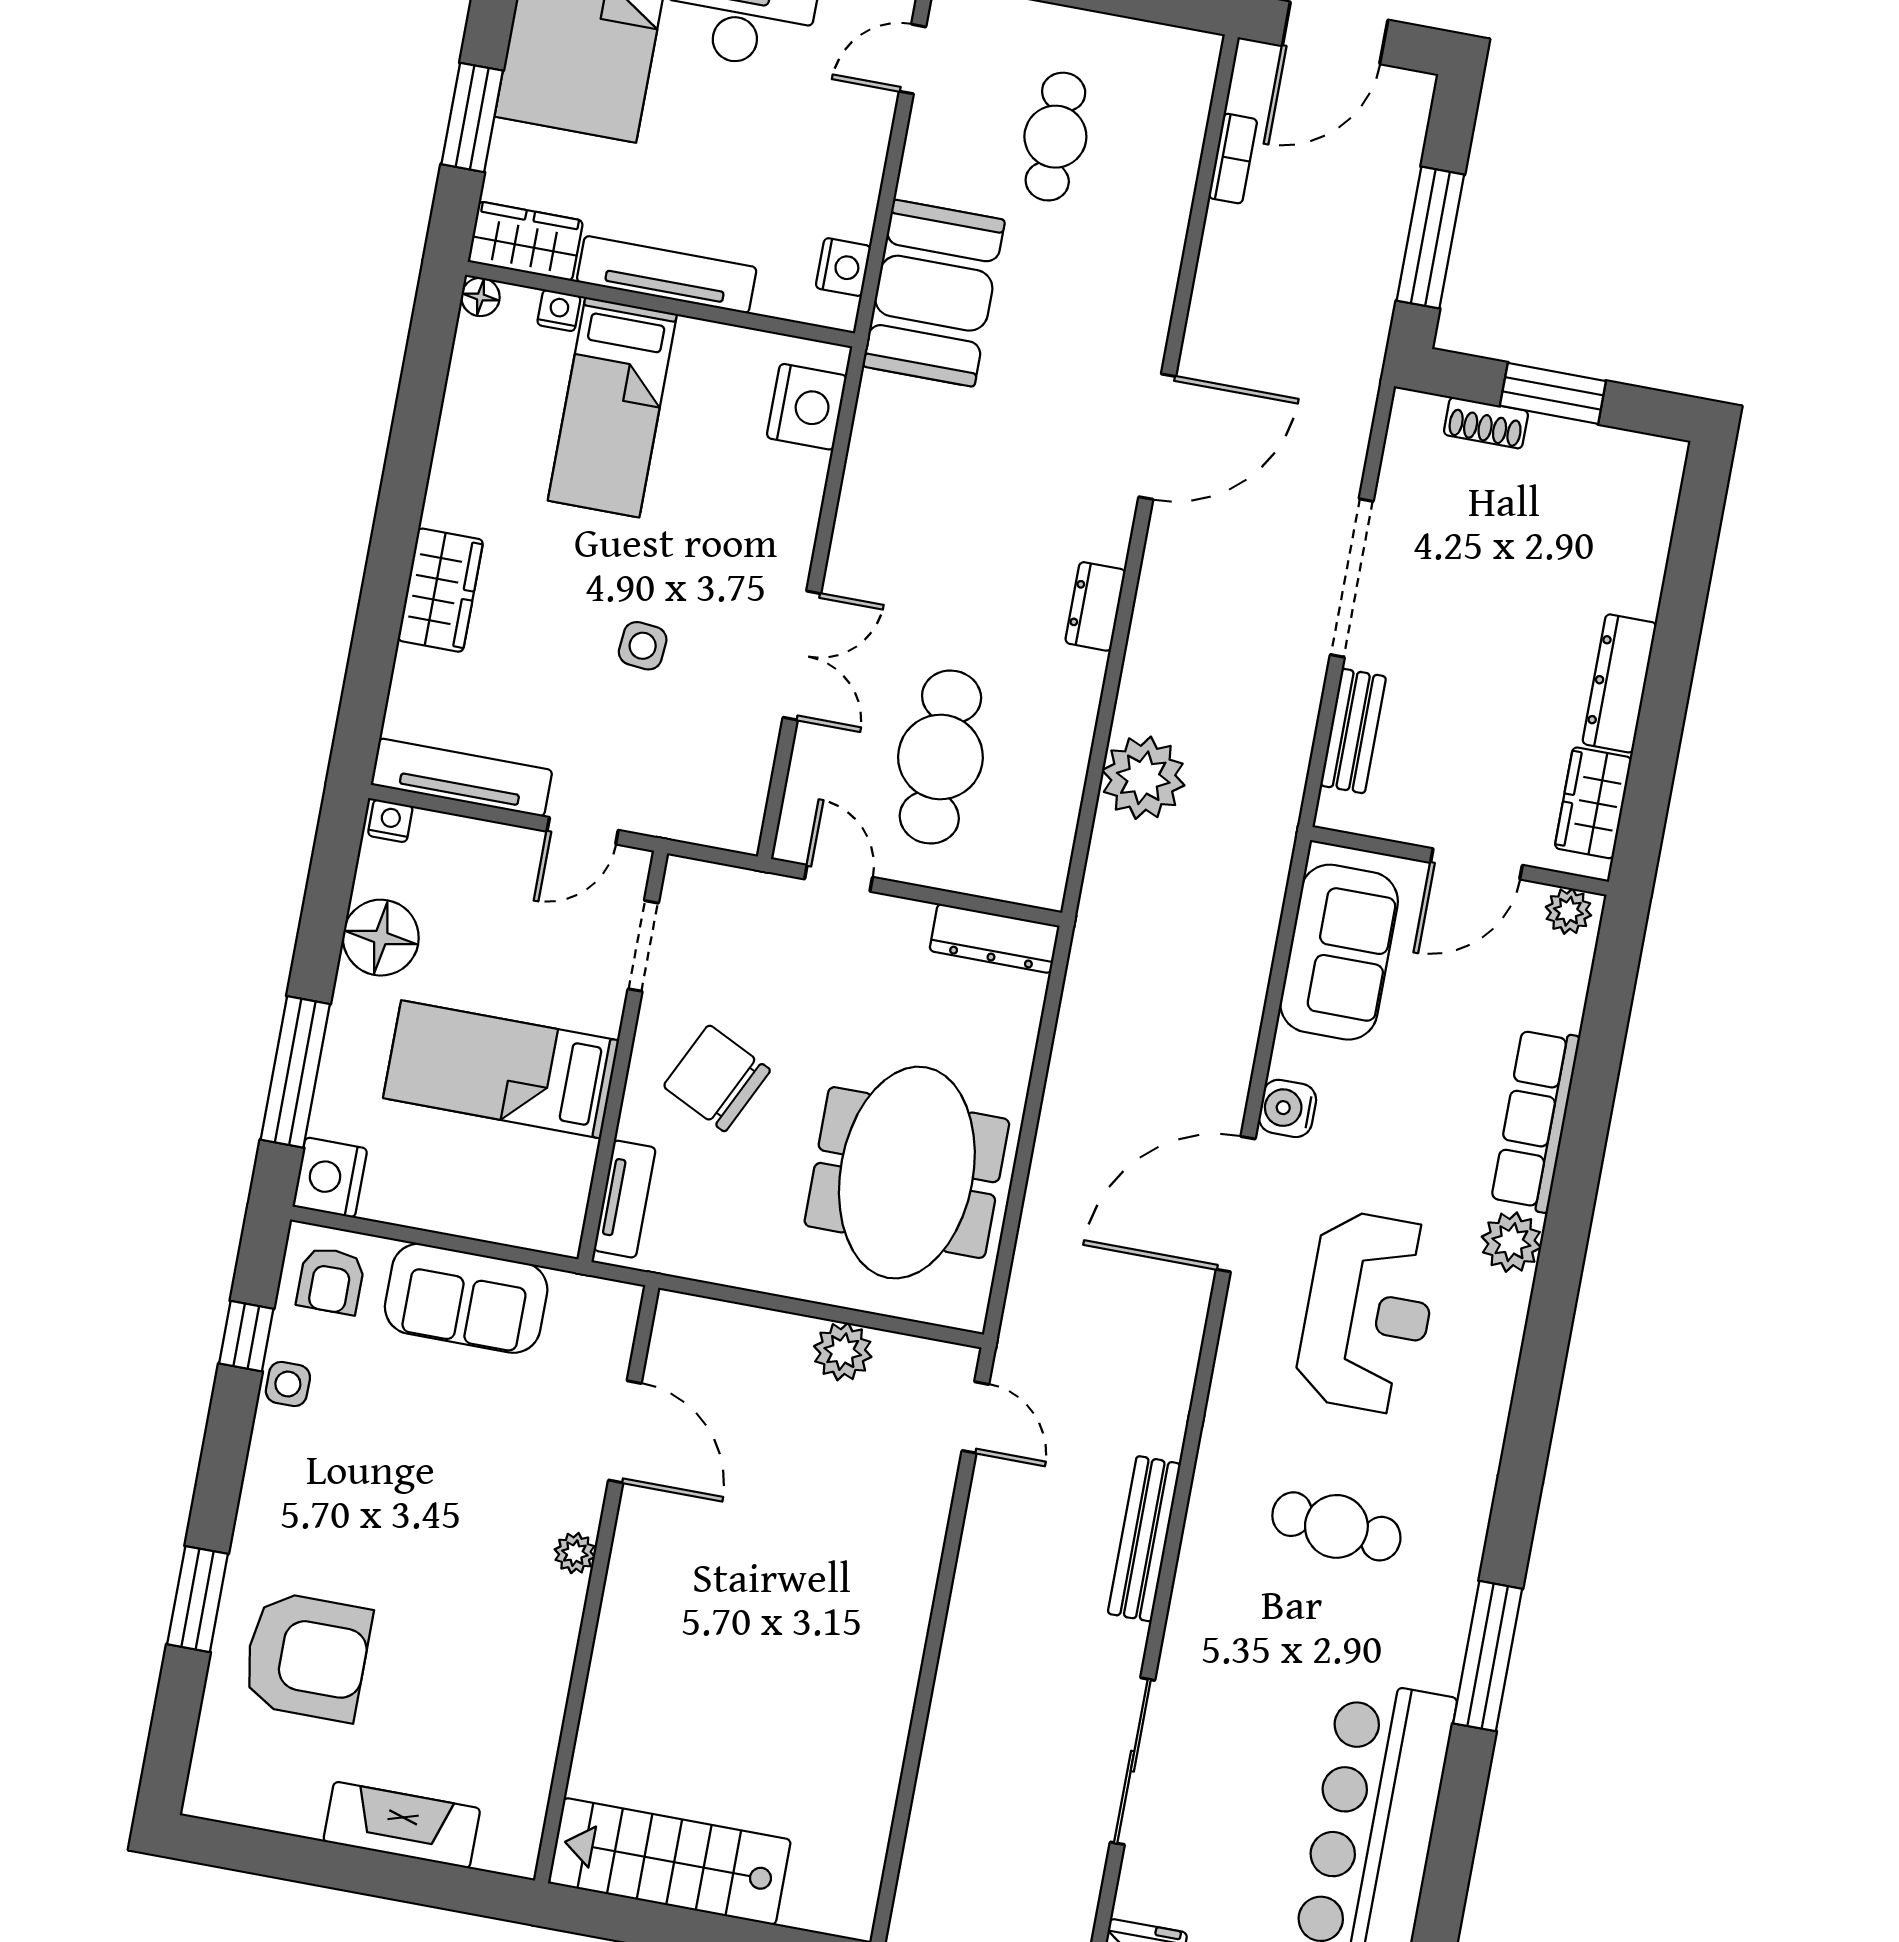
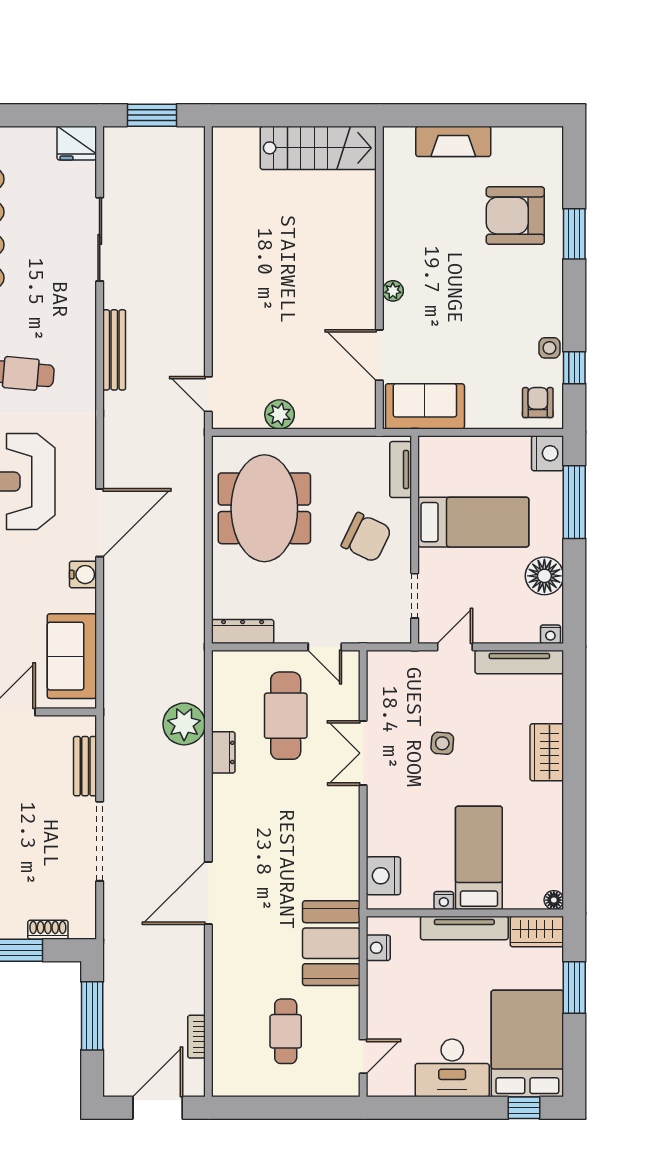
nightstand: (559, 310) -> (444, 901), moved
dresser: (1095, 606) -> (223, 752), moved
sofa: (466, 1298) -> (425, 406), moved

